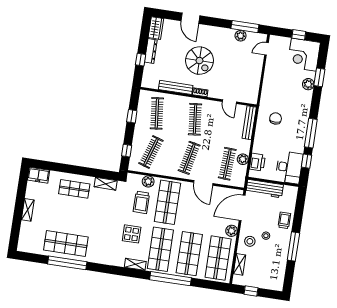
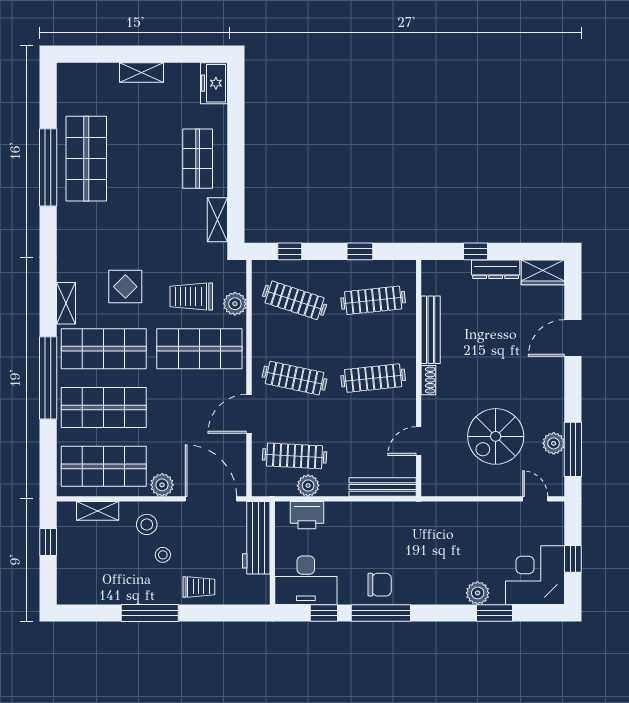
spiral stairs: (200, 61) -> (496, 436), moved
chair: (276, 118) -> (380, 585), moved

